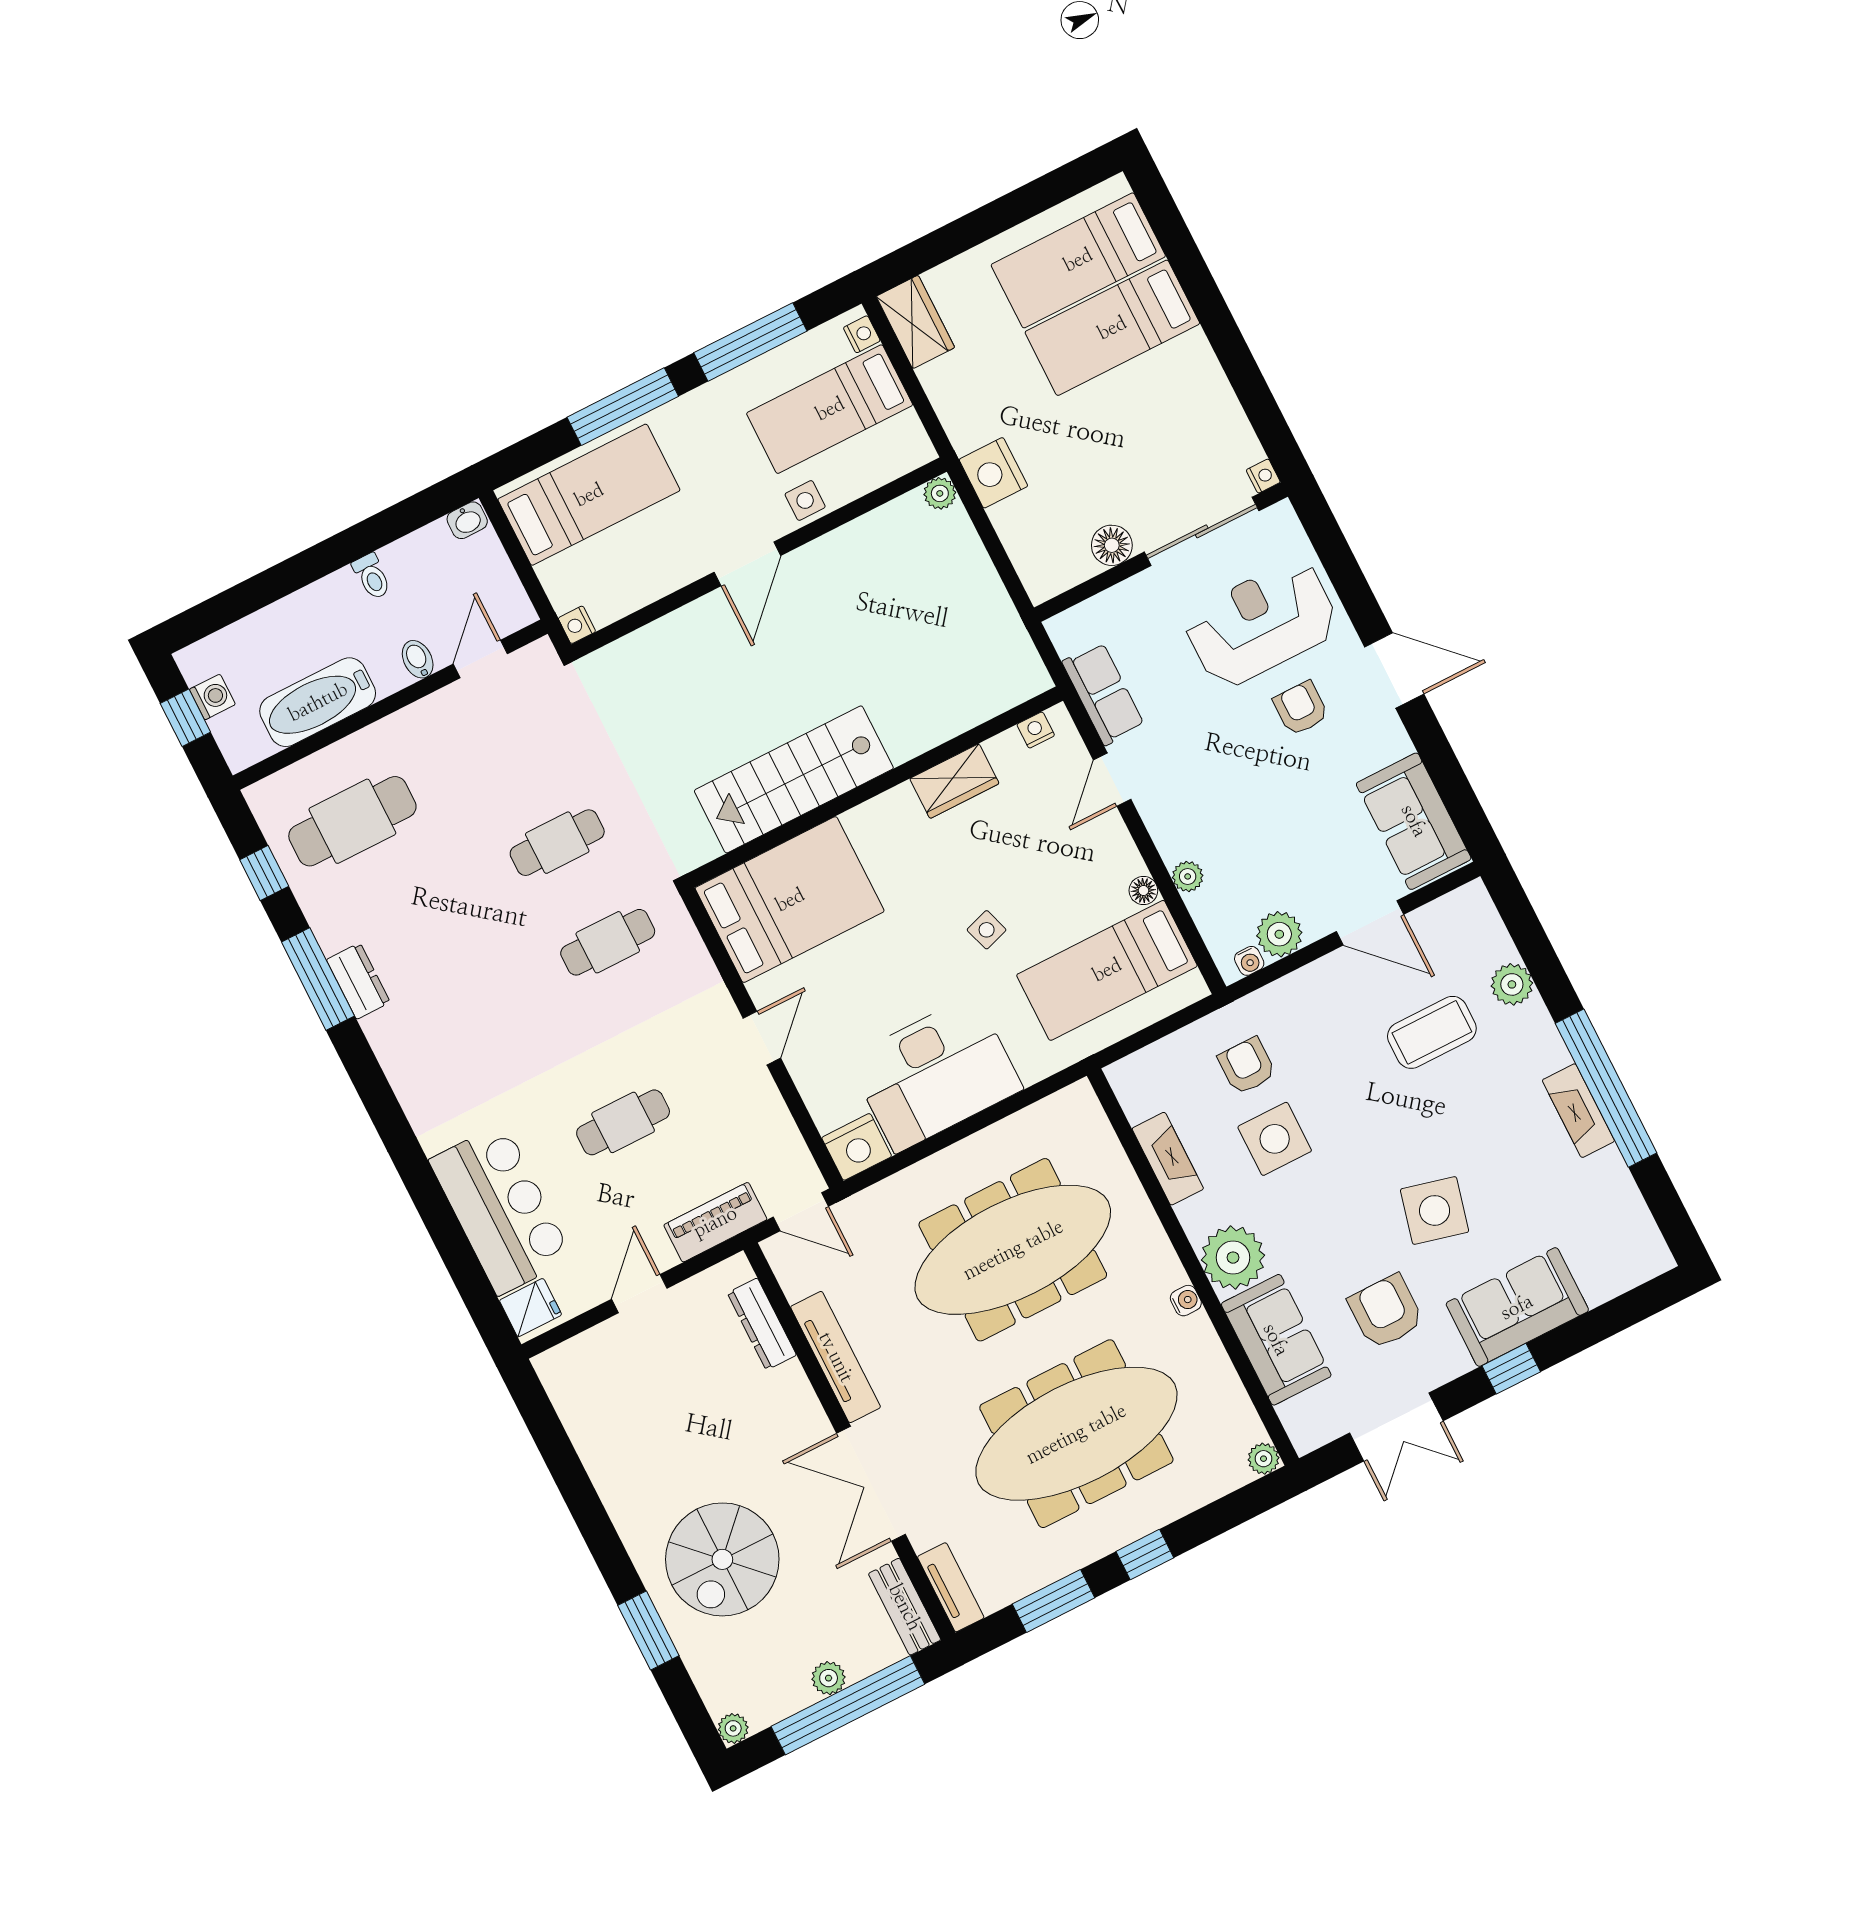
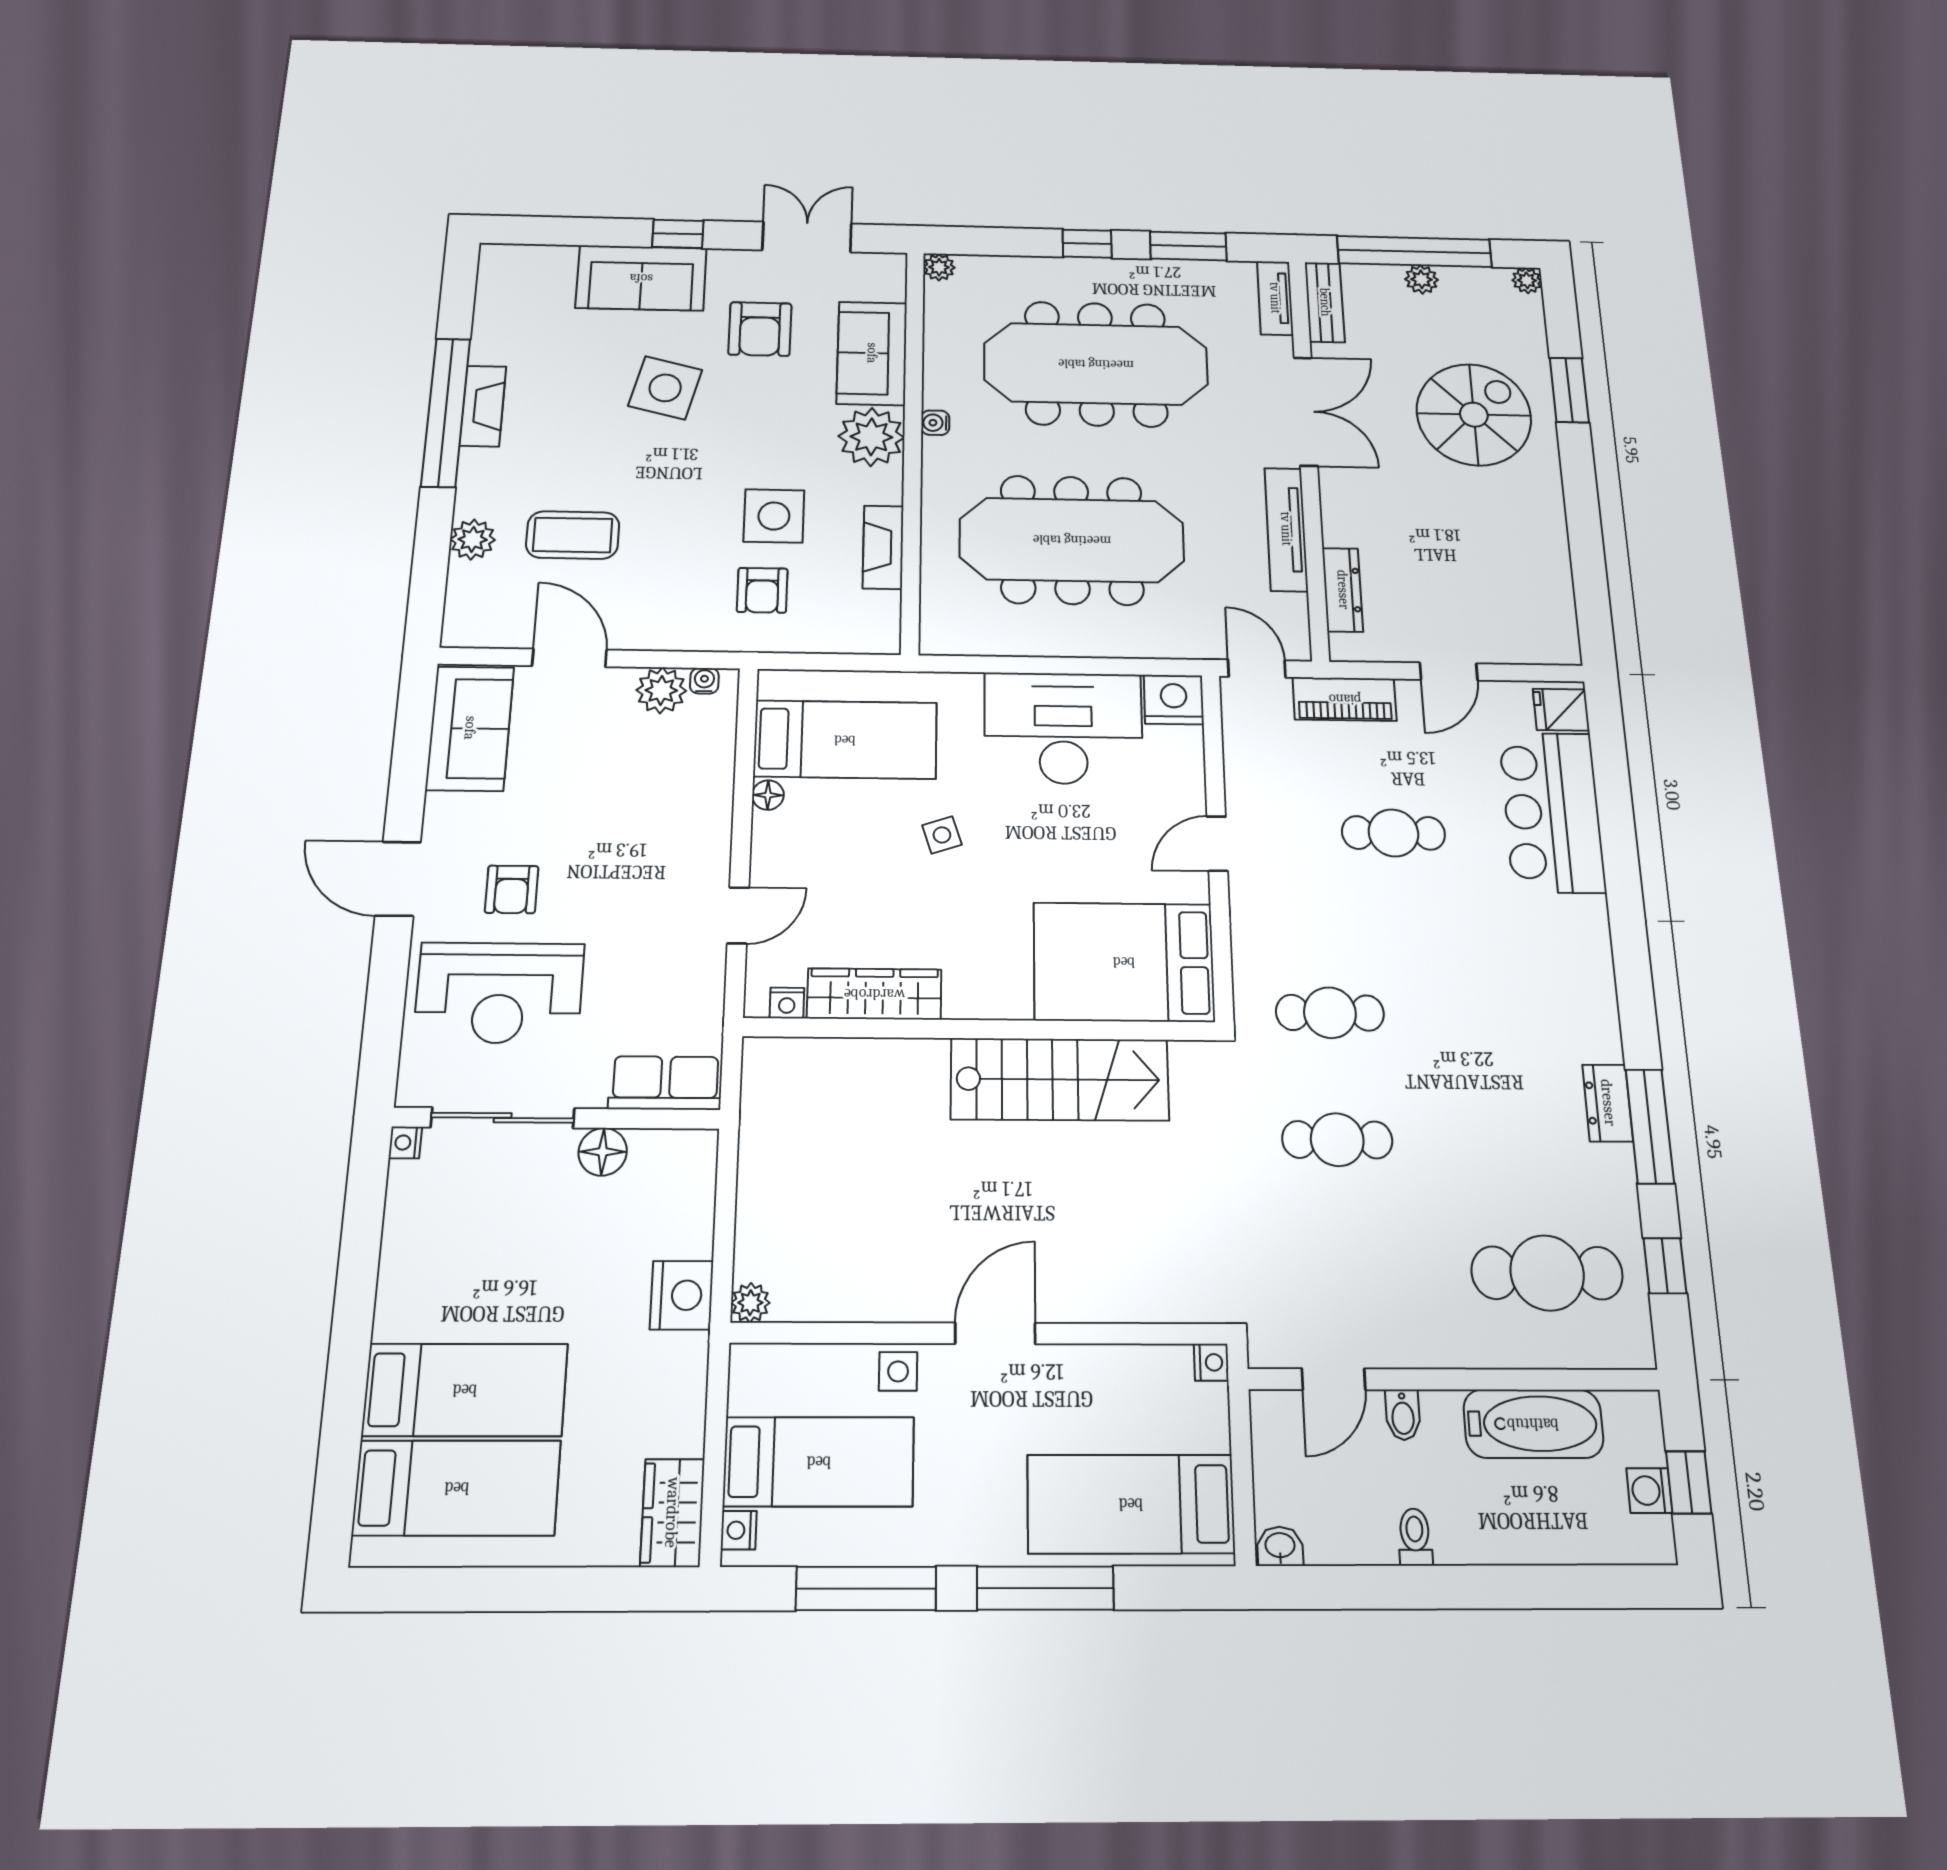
row of seats: (1103, 694) -> (665, 1083), moved, turned 90
wardrobe: (954, 781) -> (874, 994), width x1.50
plant: (1188, 876) -> (717, 787), removed

